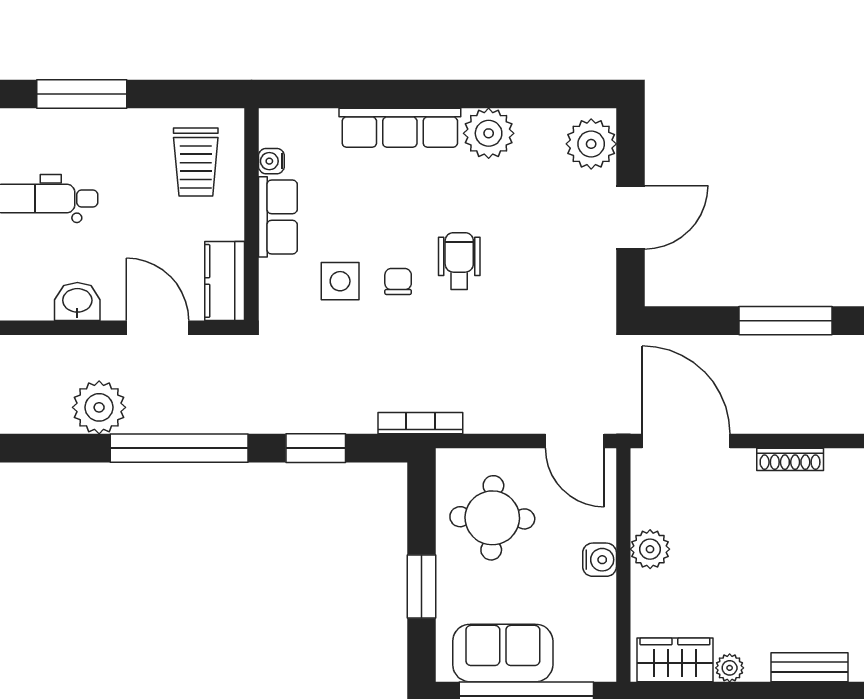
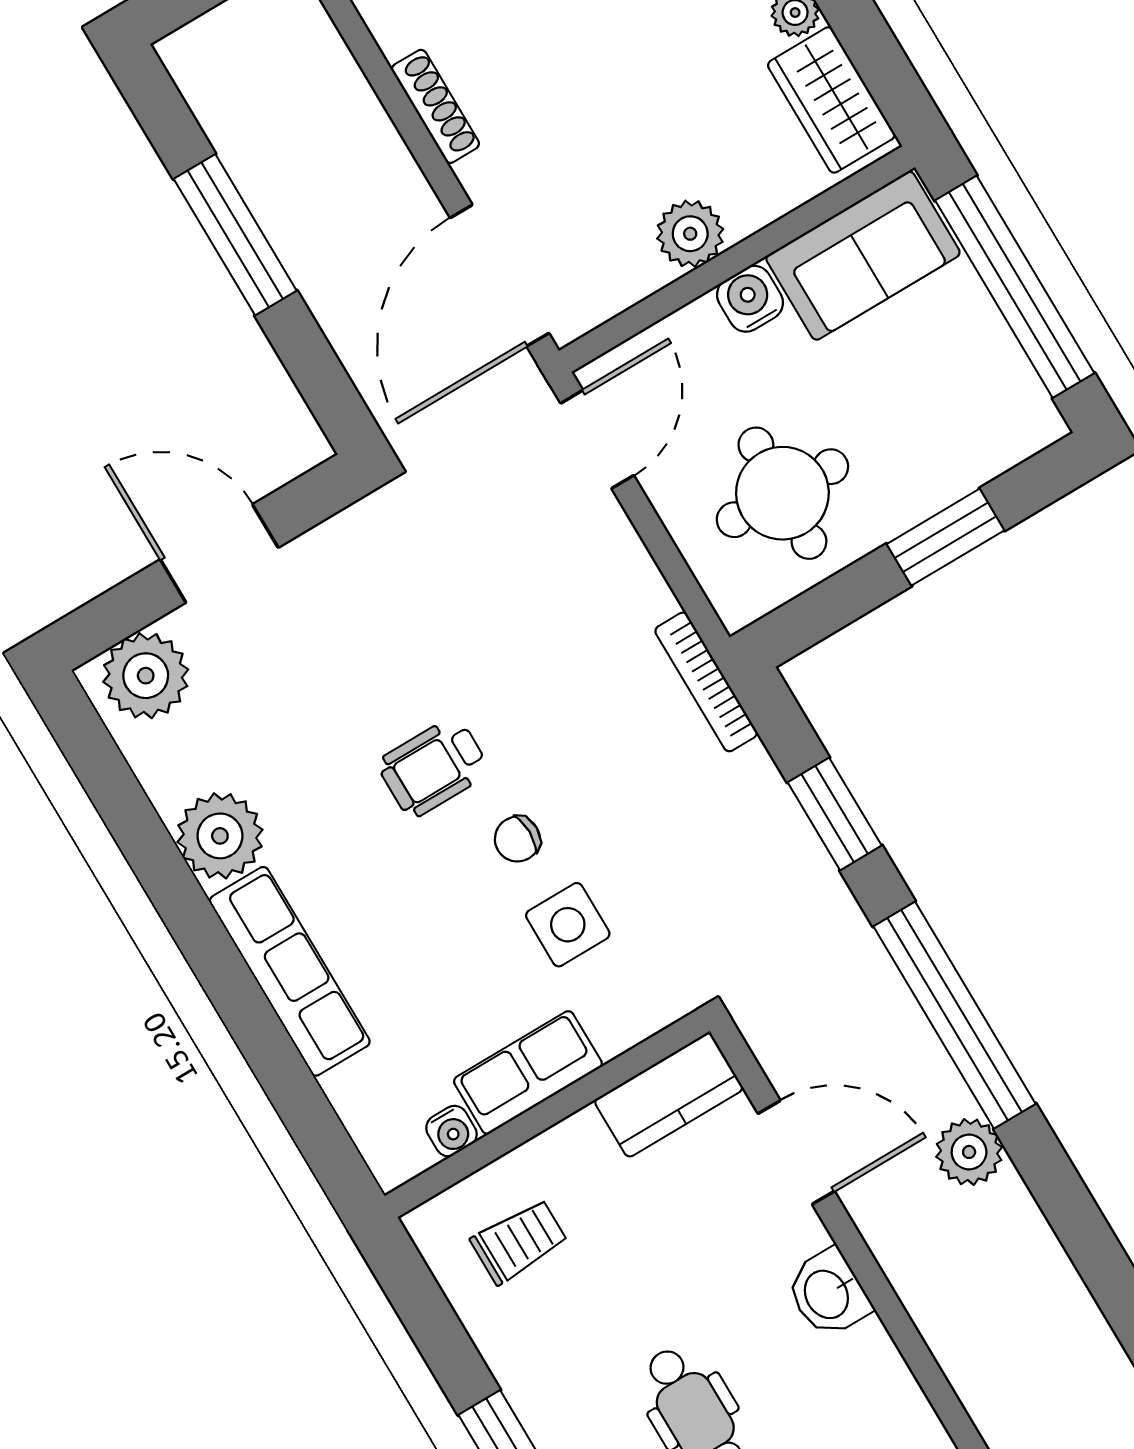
trolley: (196, 162) -> (519, 1241), width x0.73, depth x0.72
door: (158, 328) -> (796, 1152), swing flipped
plant: (99, 407) -> (969, 1152), width x0.73, depth x0.73
sofa: (503, 653) -> (863, 256), moved, turned -90

